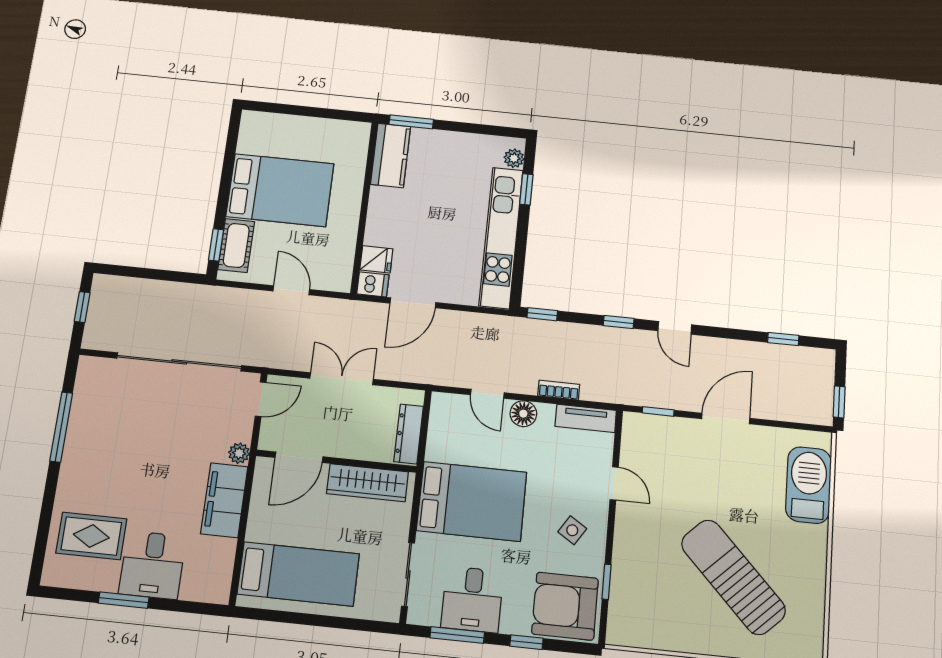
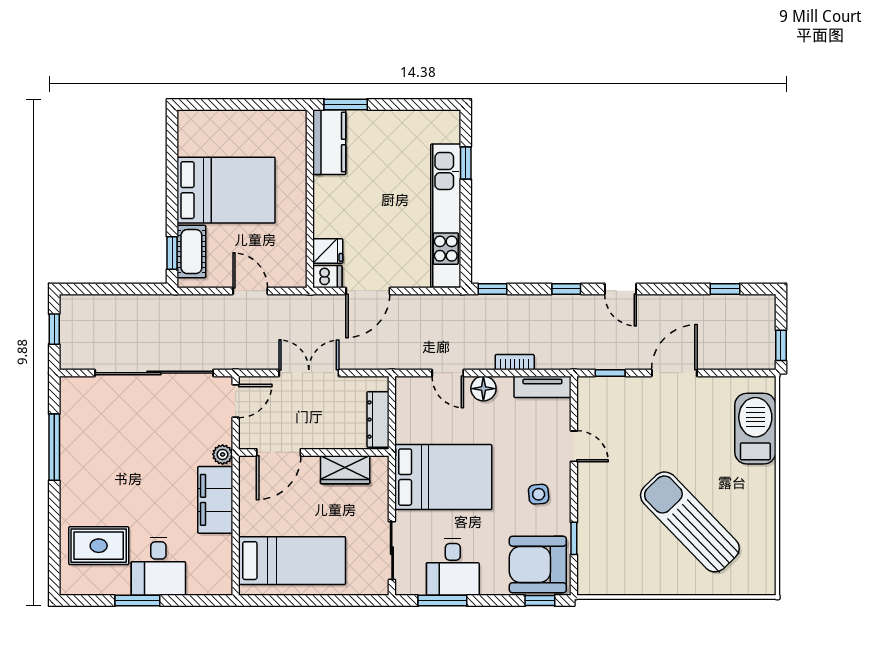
plant: (514, 158) -> (451, 132), removed
wardrobe: (368, 483) -> (345, 470), width x0.67
side table: (572, 530) -> (539, 494), turned -38
window: (526, 642) -> (540, 601), moved

